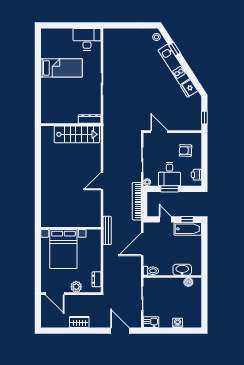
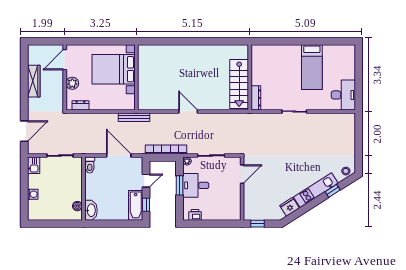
armchair: (185, 151) -> (221, 203), removed
washbasin: (182, 270) -> (91, 210), moved
wardrobe: (79, 322) -> (34, 81), width x1.50

